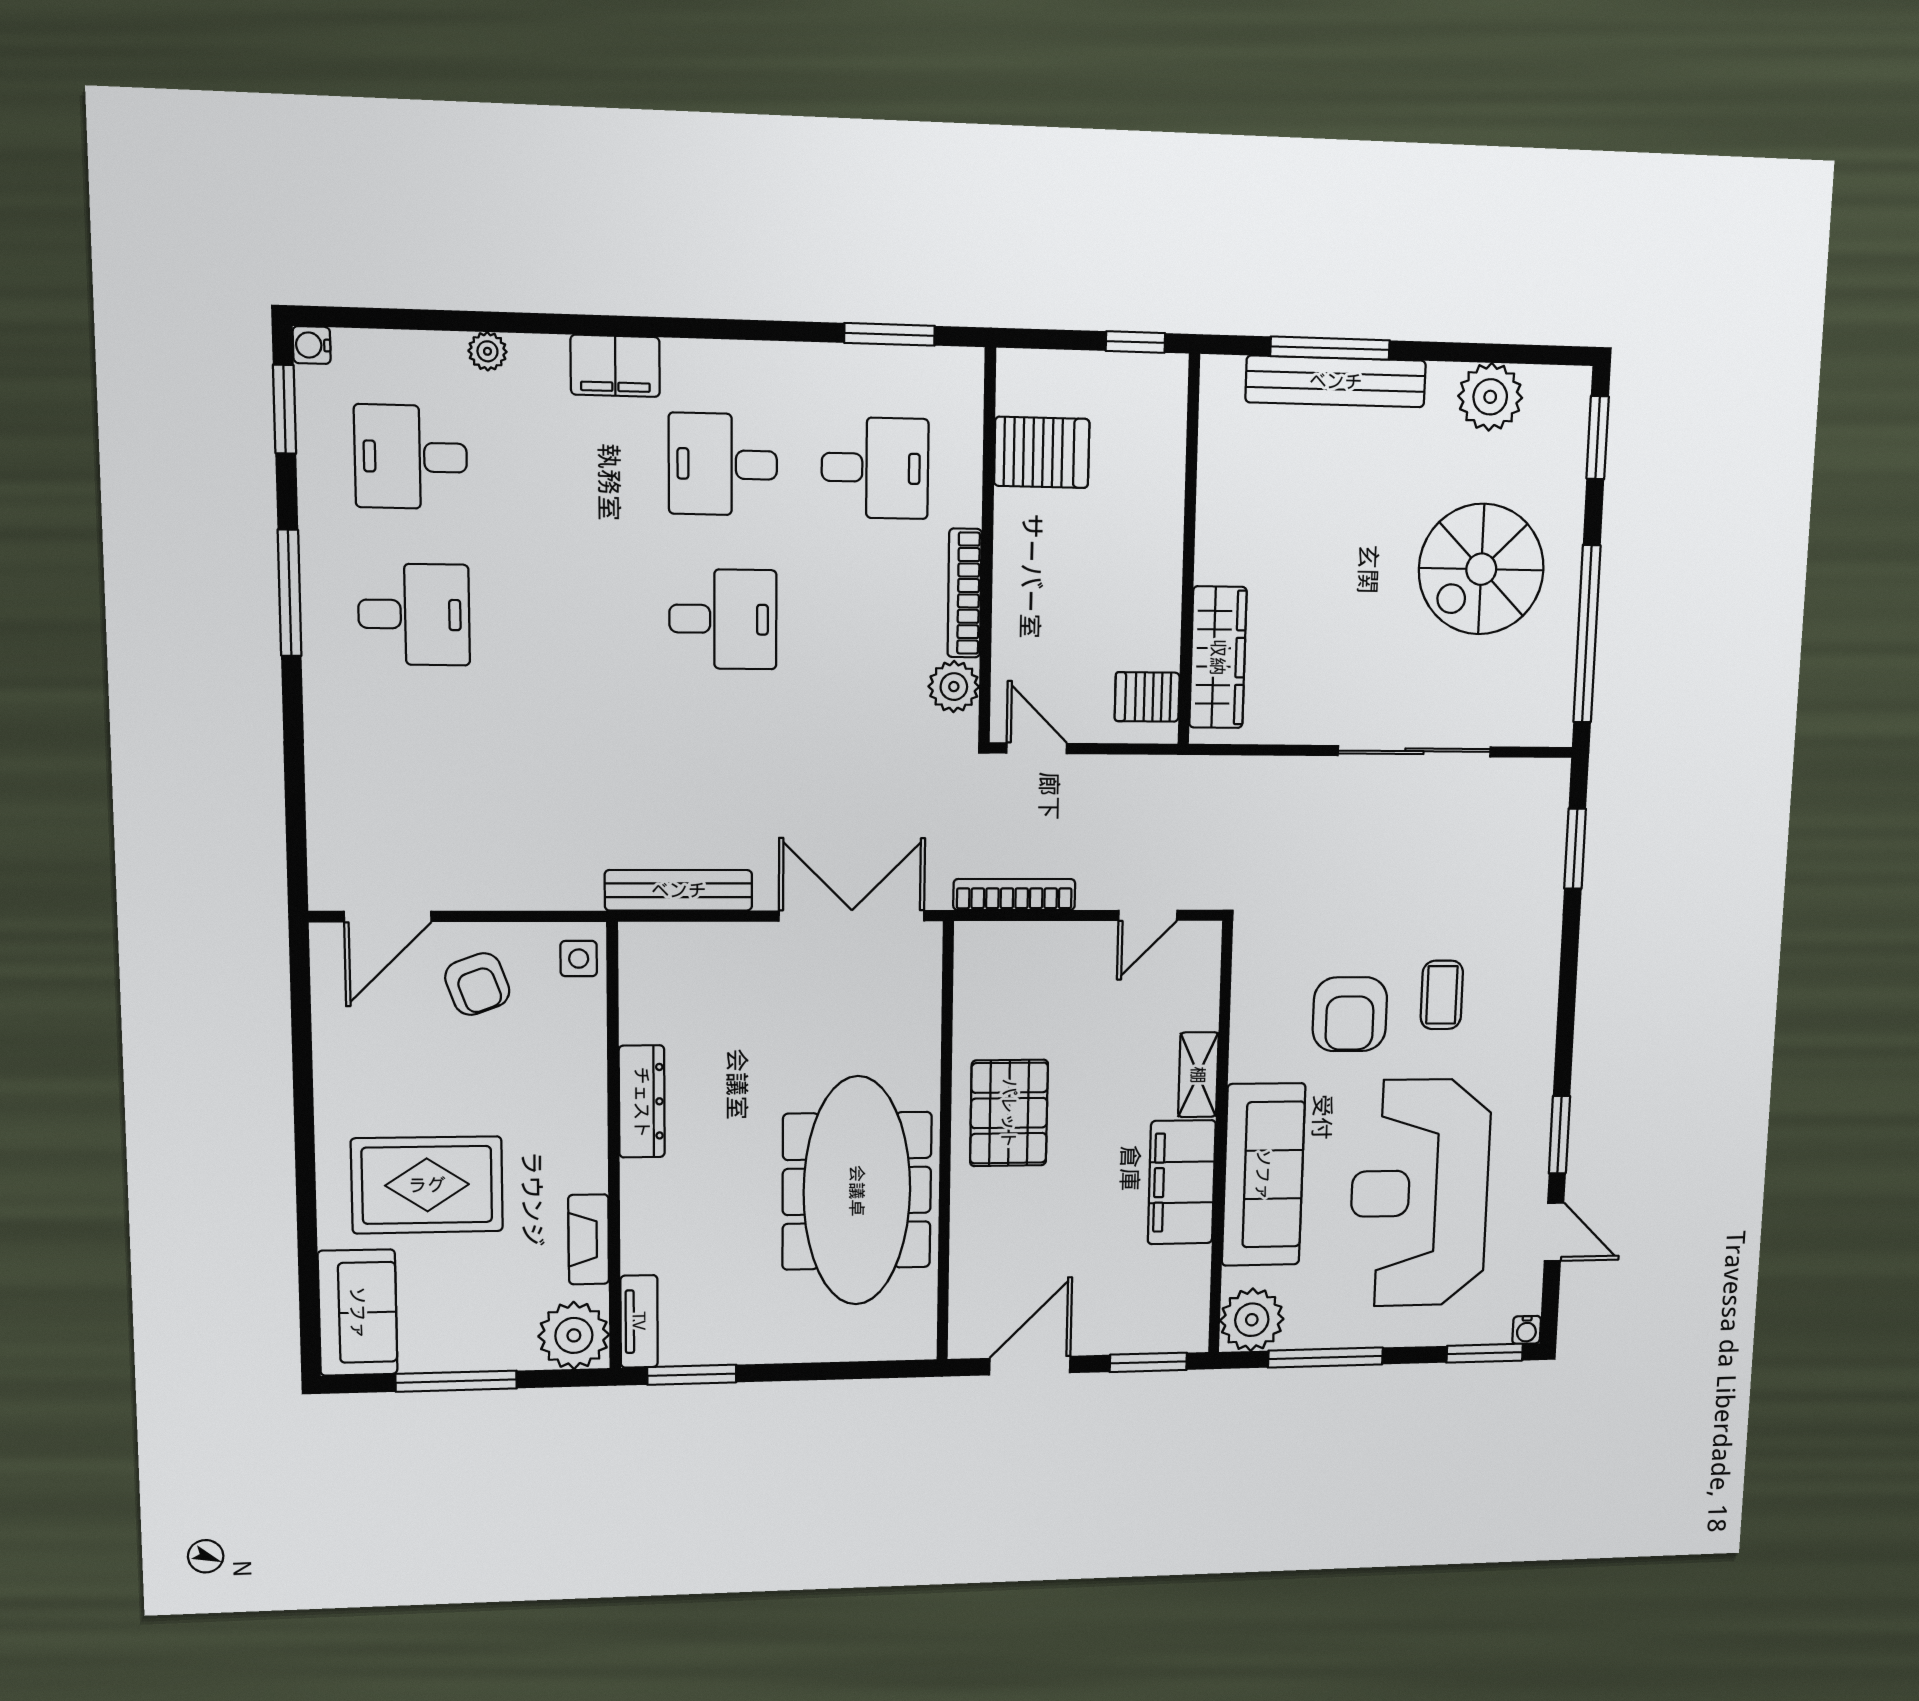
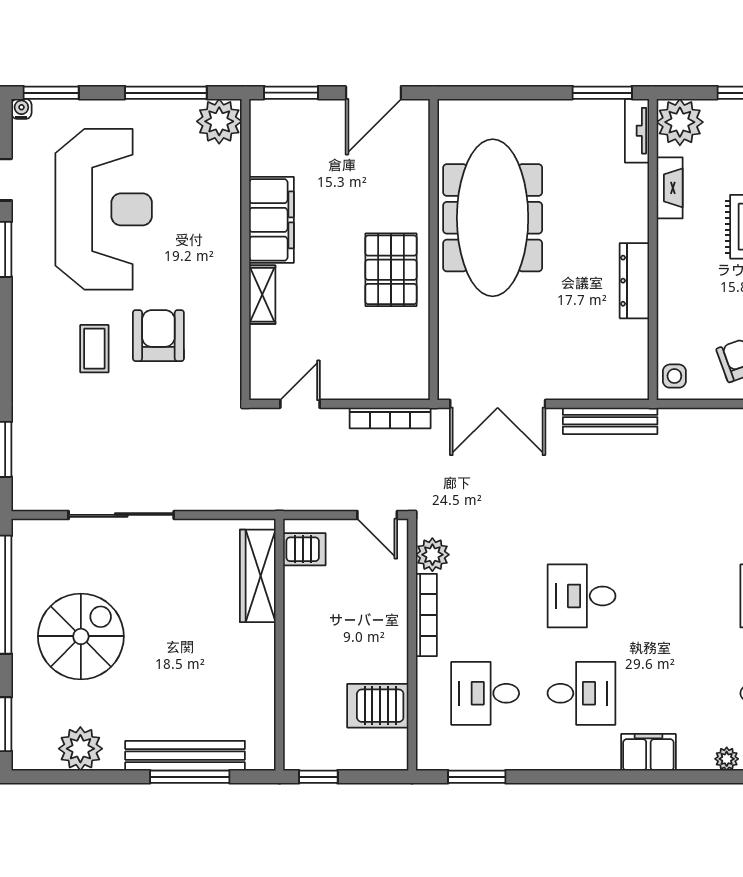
sofa: (1263, 1175) -> (215, 224), removed

